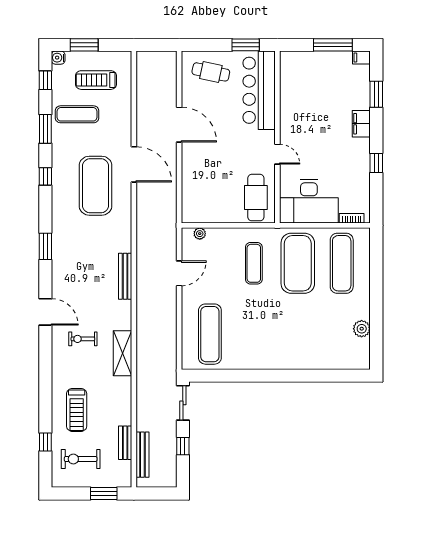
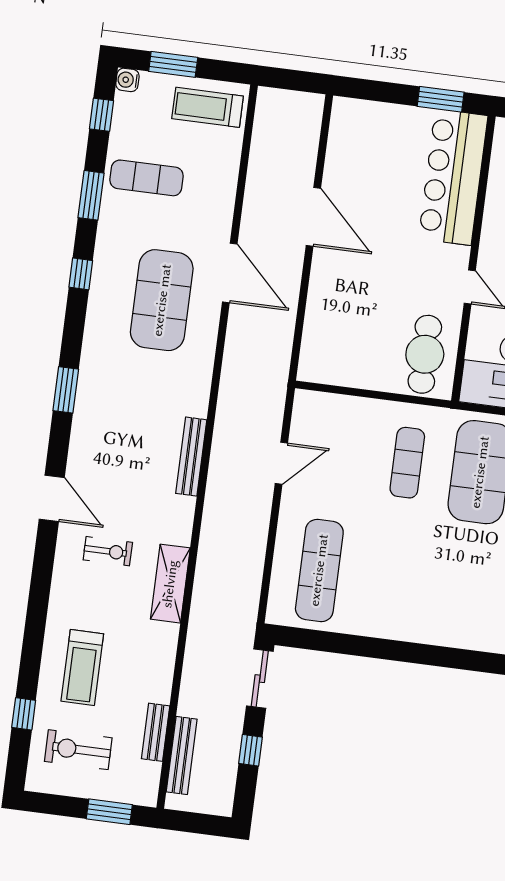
cafe table: (211, 72) -> (377, 137), removed
treadmill: (96, 80) -> (208, 107), moved
plant: (200, 234) -> (324, 402), removed
exercise bike: (83, 339) -> (108, 551), turned 180

